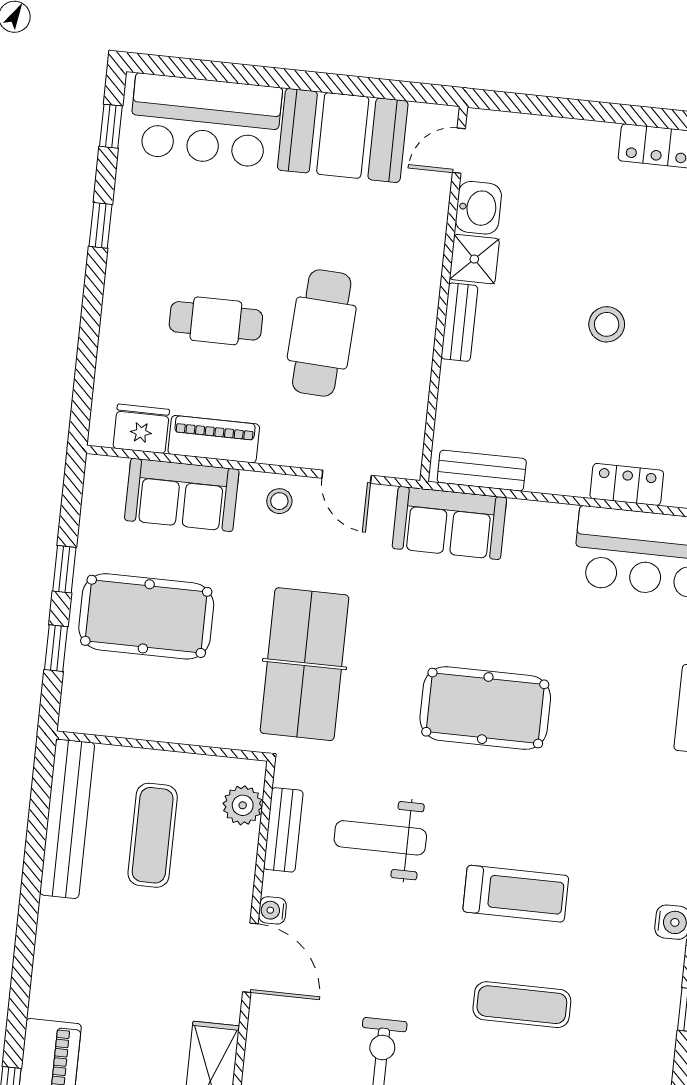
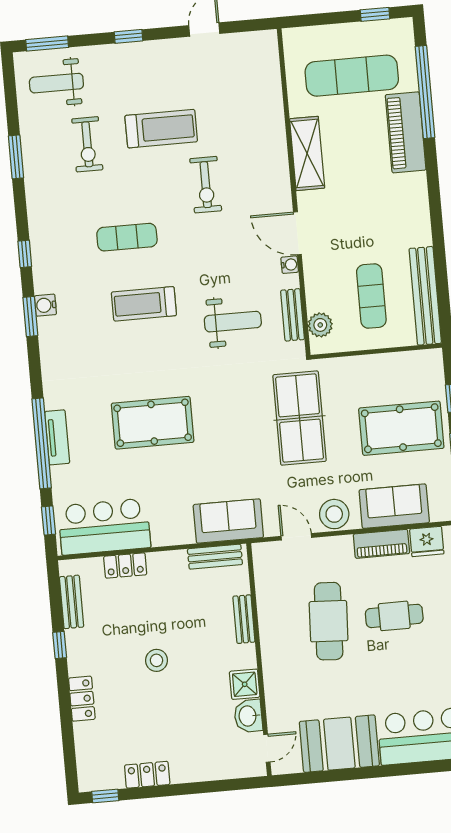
bench: (459, 322) -> (244, 619), moved
stool: (279, 501) -> (334, 514), width x1.89, depth x1.89
pool table: (485, 708) -> (153, 423), moved

